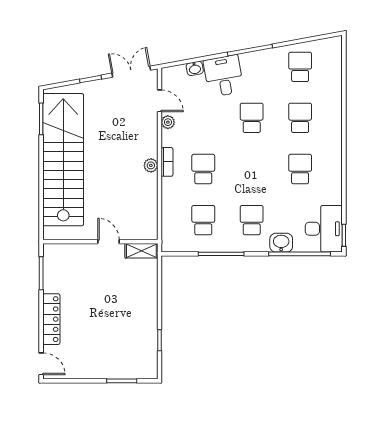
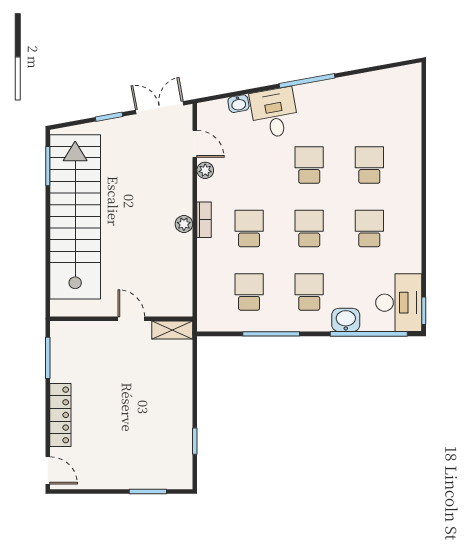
school desk: (300, 67) -> (309, 228), moved

